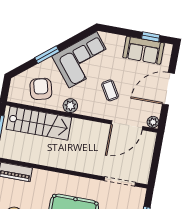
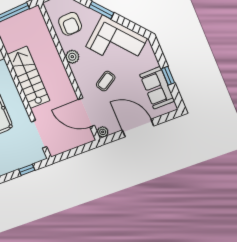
window: (151, 37) -> (168, 76), moved
armchair: (41, 89) -> (70, 24), turned 104
stairs: (39, 123) -> (28, 77), moved, turned 180

